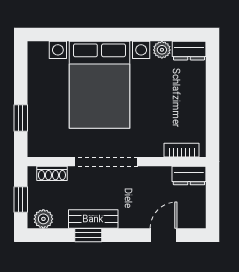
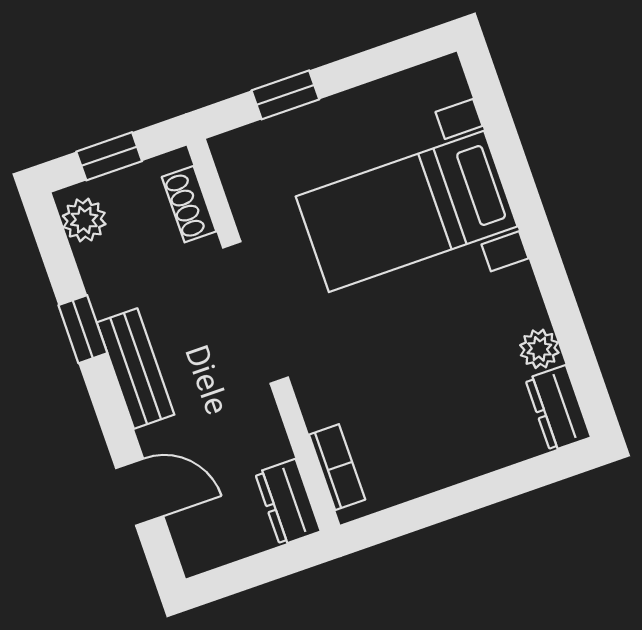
bed with nightstands: (99, 85) -> (407, 211), width x0.73
bench: (93, 219) -> (136, 369), moved

